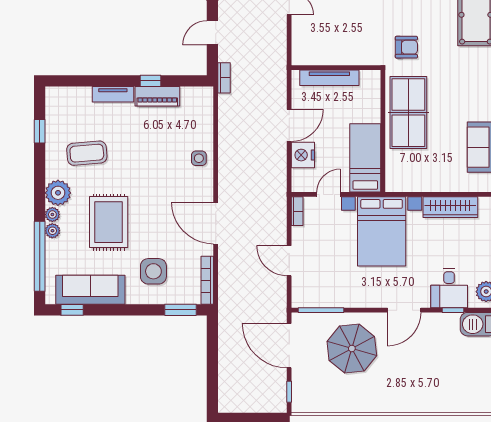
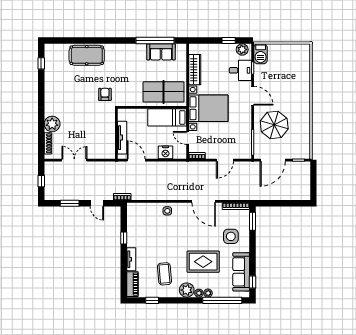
piano: (157, 96) -> (132, 284), moved
table tennis table: (408, 113) -> (164, 92), moved
door: (289, 125) -> (136, 160), moved
door: (216, 223) -> (204, 201), hinge flipped

